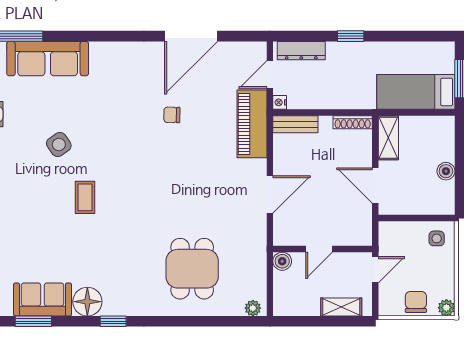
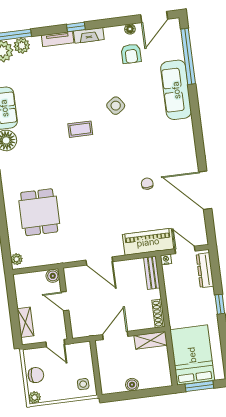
bed: (416, 92) -> (192, 355), width x1.50
dining table: (192, 269) -> (39, 212), turned 90

